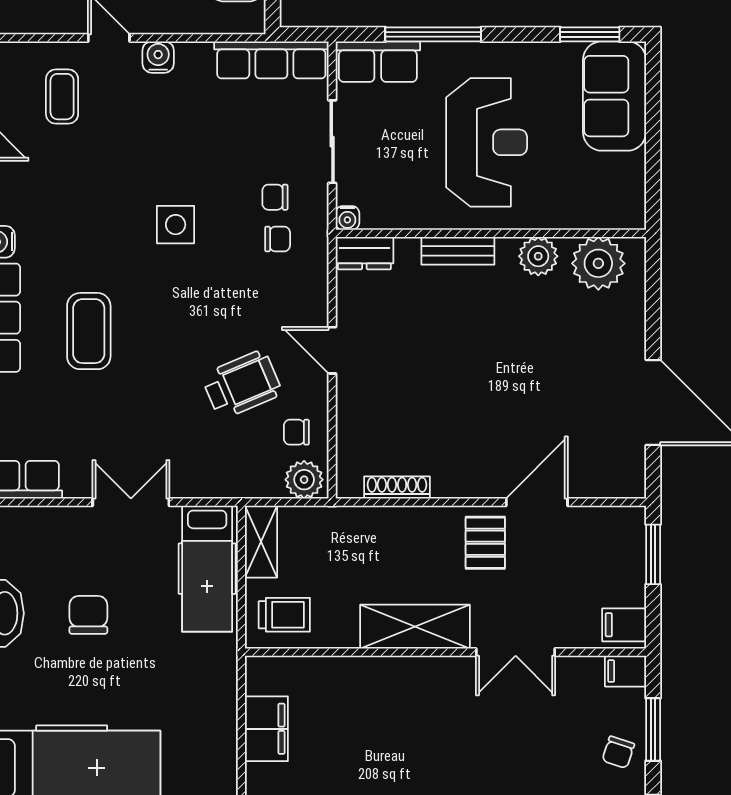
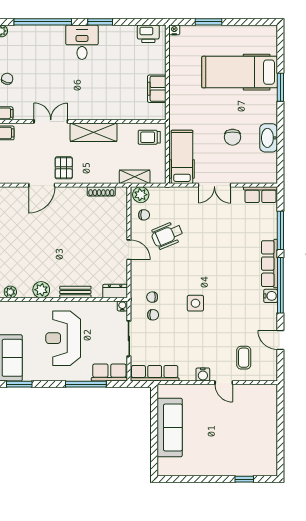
plant: (598, 263) -> (10, 292), width x0.53, depth x0.53
coffee table: (89, 331) -> (232, 258), removed
shelving: (261, 542) -> (135, 177), moved, turned 90

